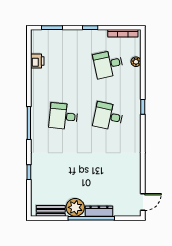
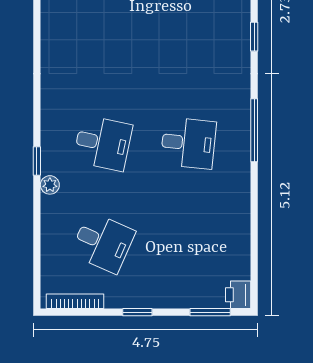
printer: (37, 61) -> (238, 295), moved
plant: (136, 62) -> (50, 185), moved
desk: (108, 64) -> (103, 243), turned 36

